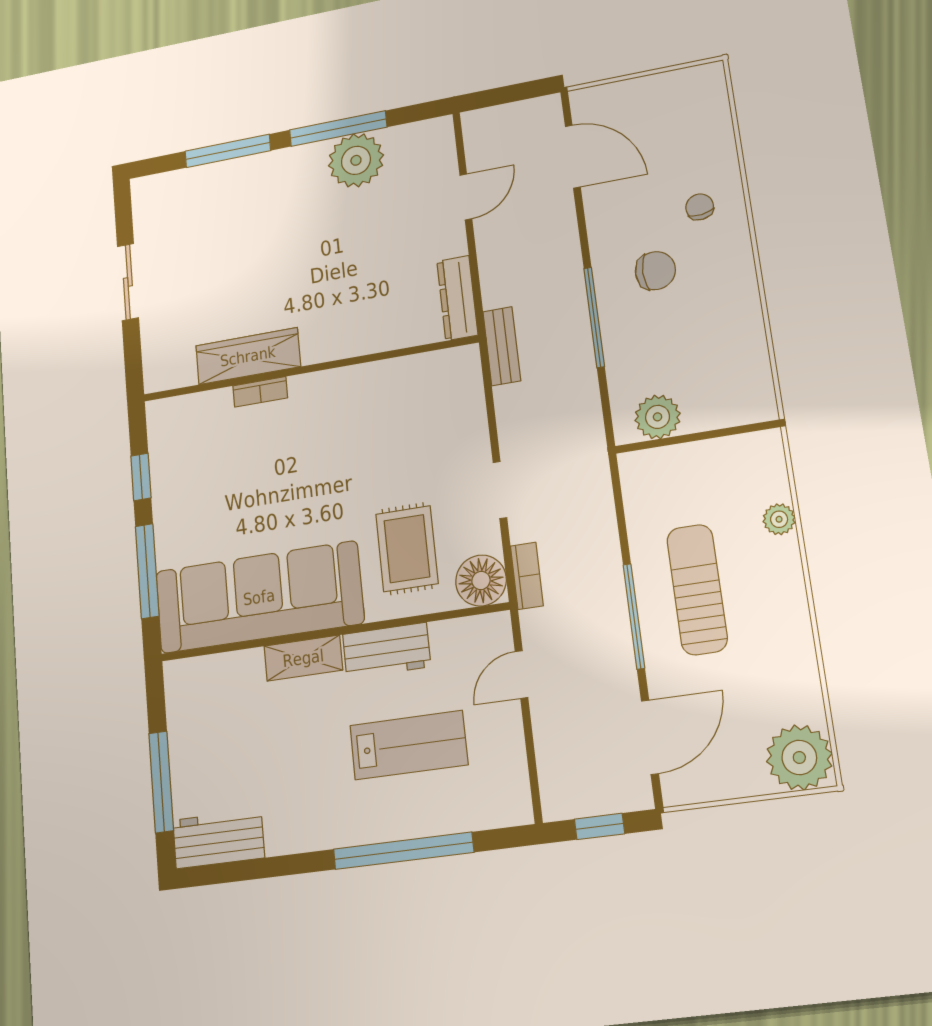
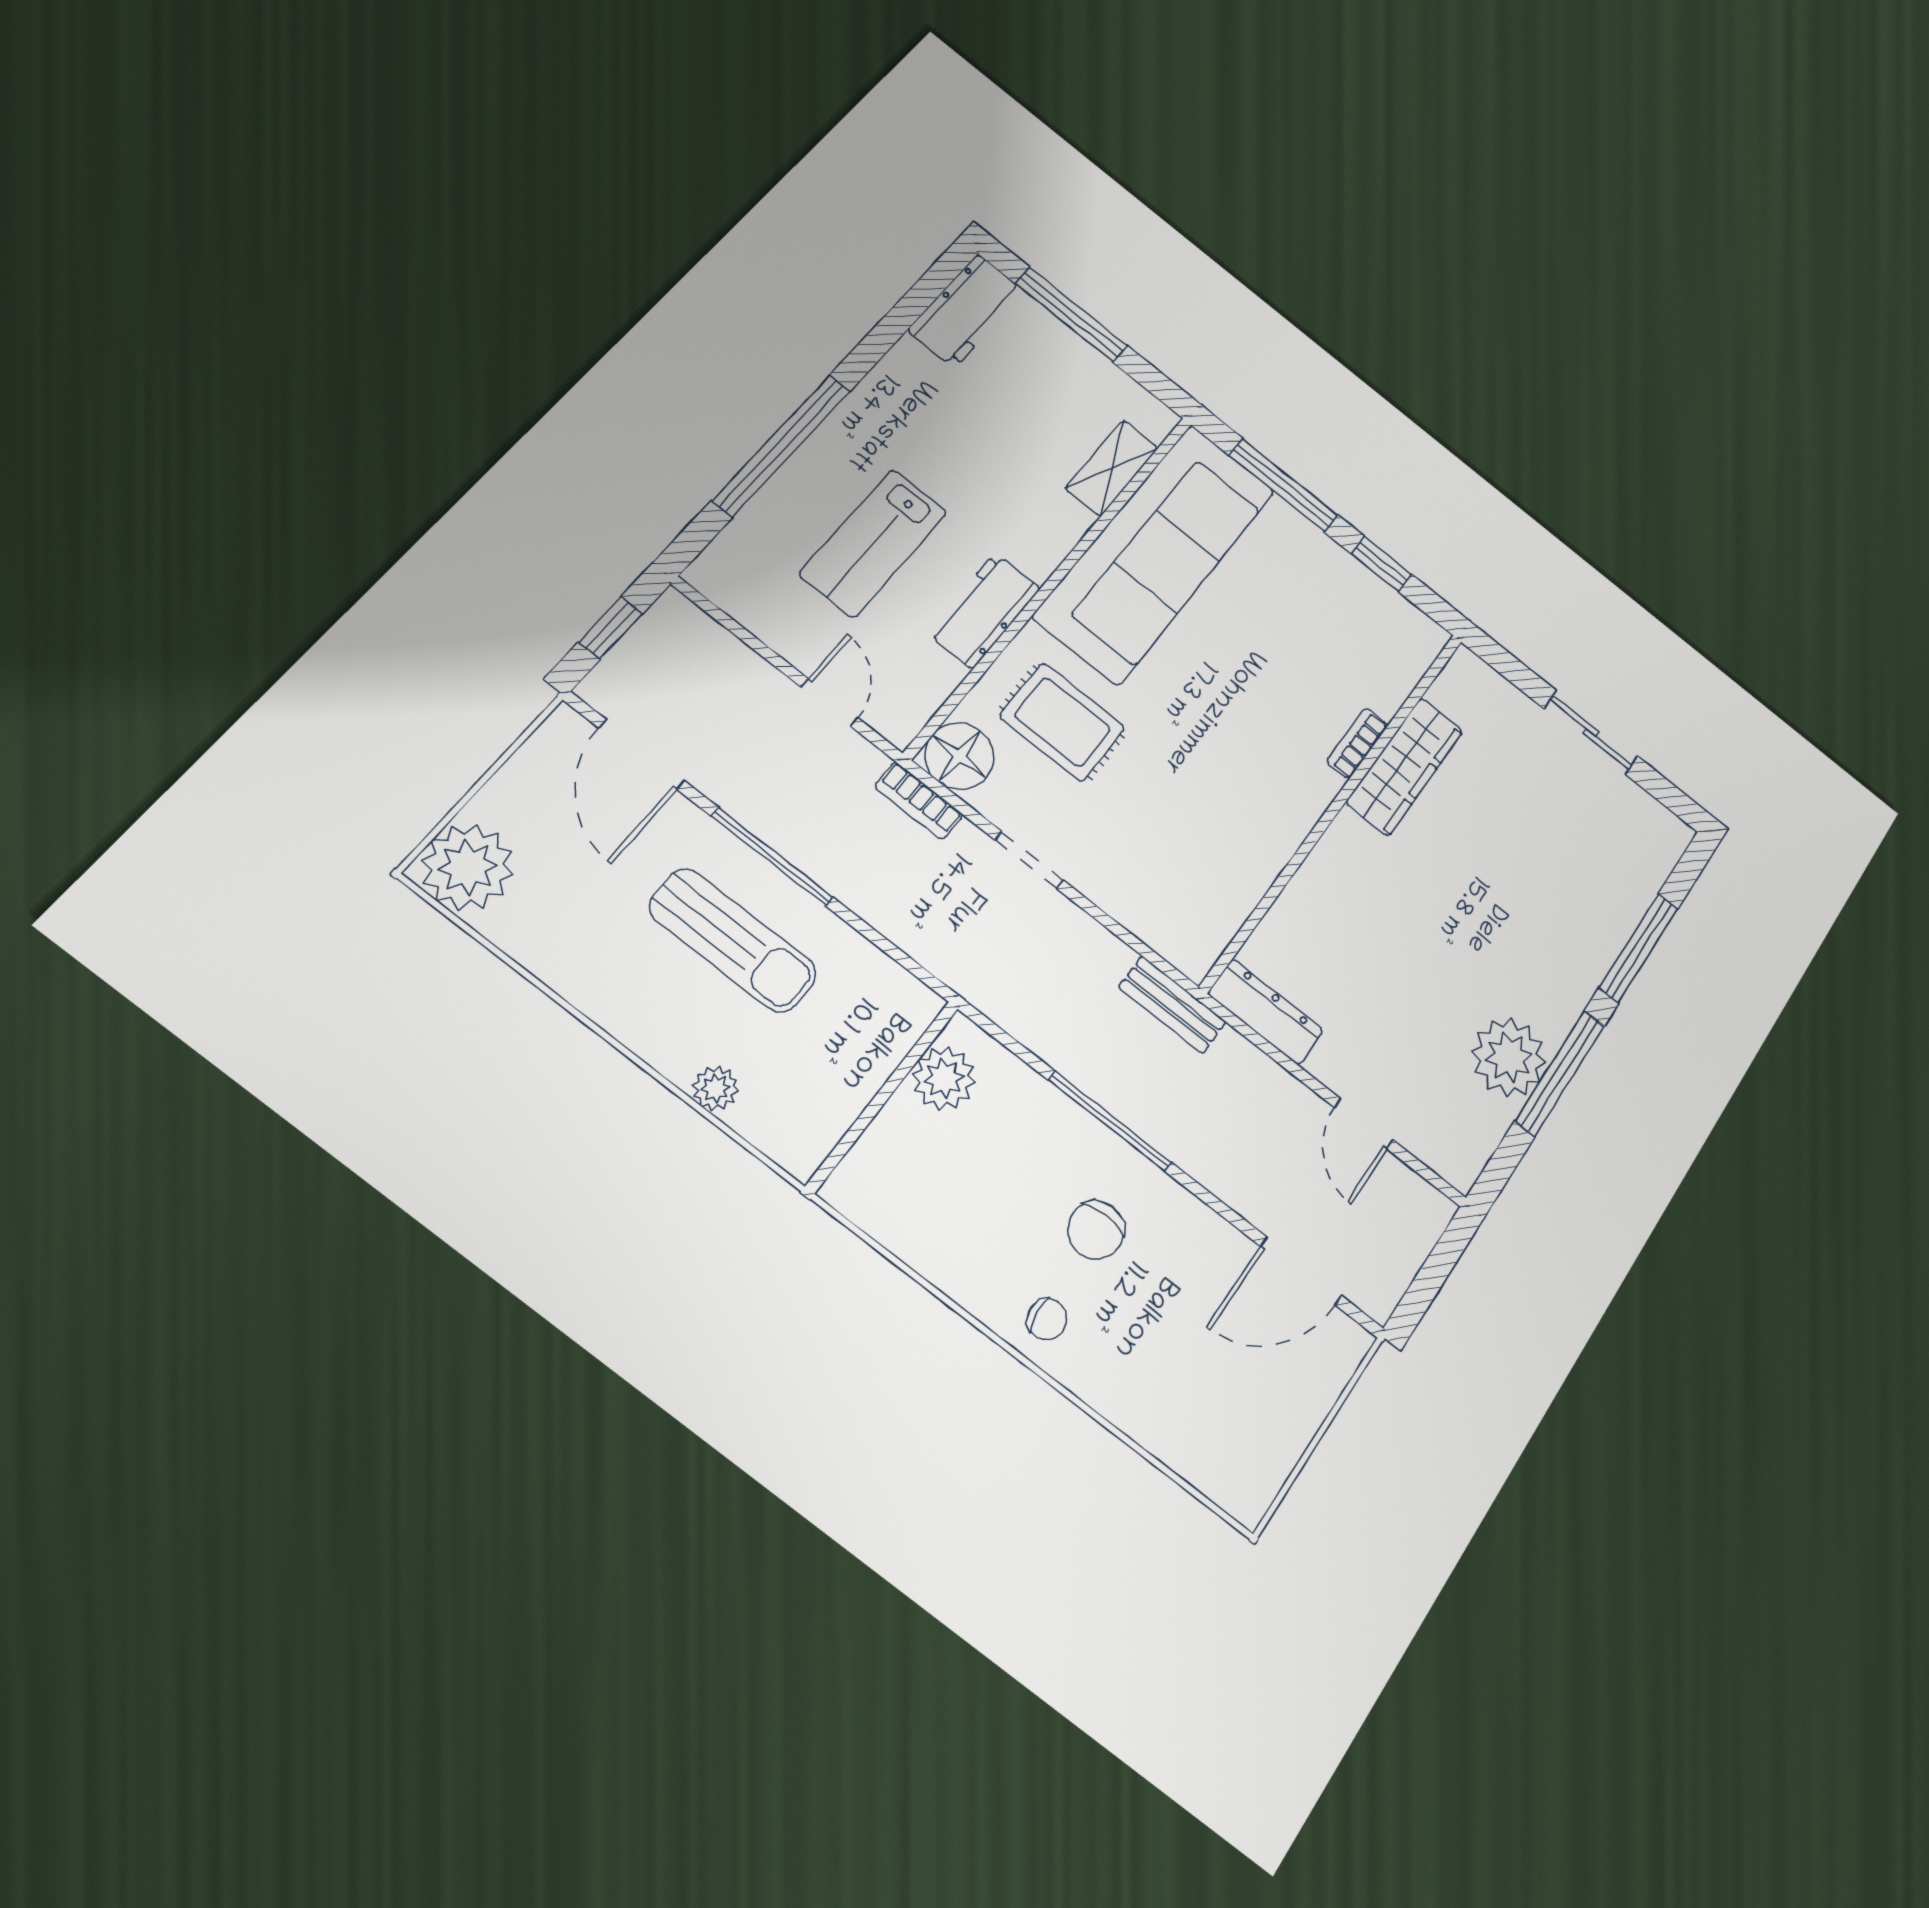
chair: (700, 207) -> (1047, 1319), moved
shelving: (303, 658) -> (1112, 468), moved

